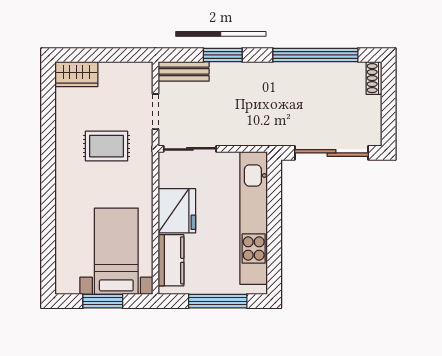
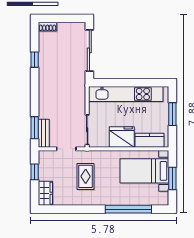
window: (115, 55) -> (35, 172), added
window: (223, 55) -> (35, 128), moved
window: (315, 55) -> (35, 60), width x0.32
window: (48, 223) -> (128, 209), added
window: (218, 301) -> (172, 114), width x0.69

